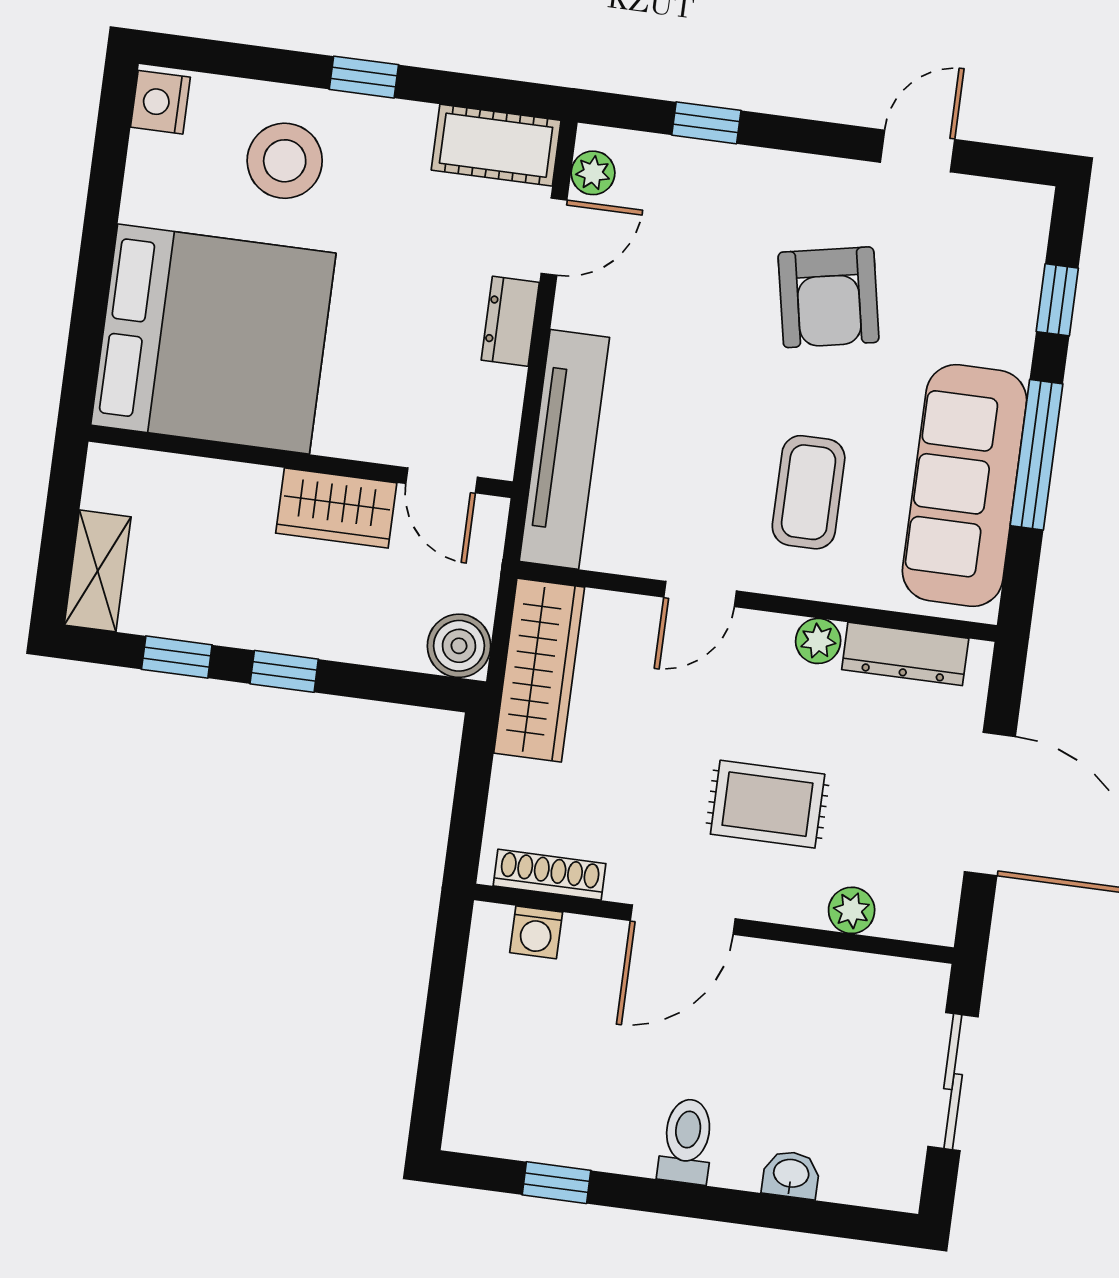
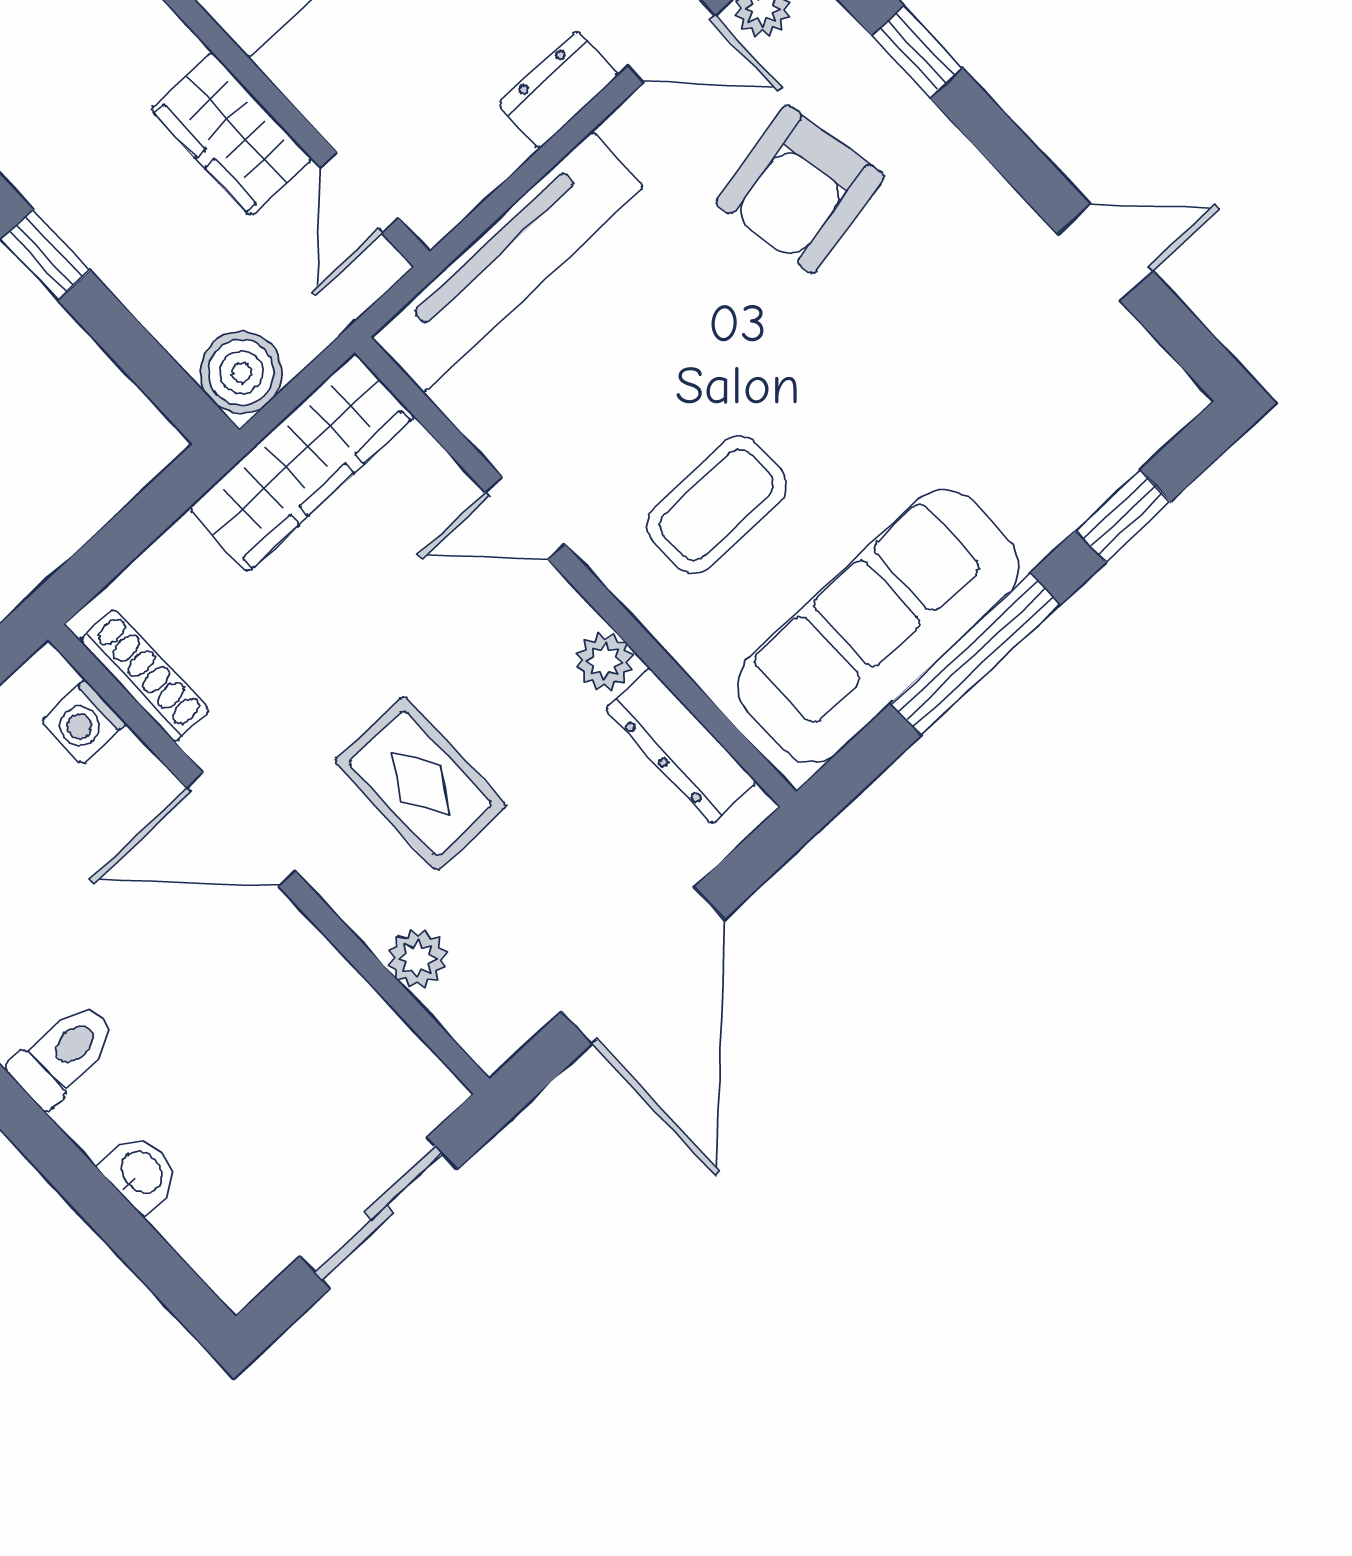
armchair: (829, 297) -> (800, 189), moved

